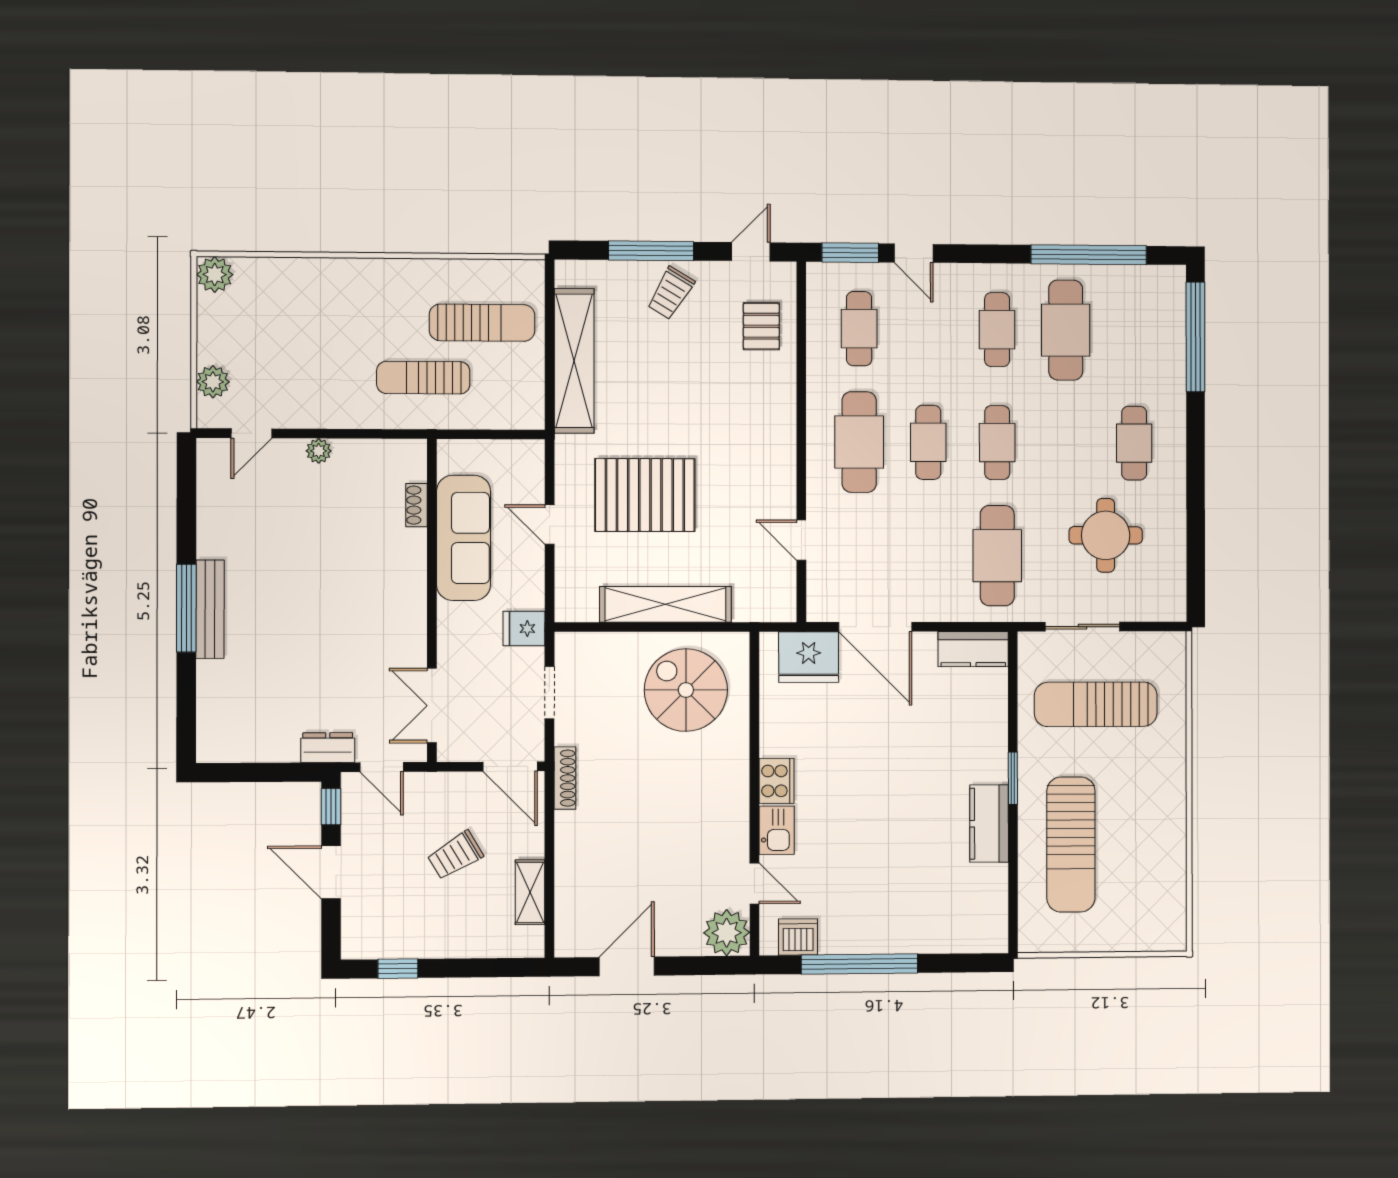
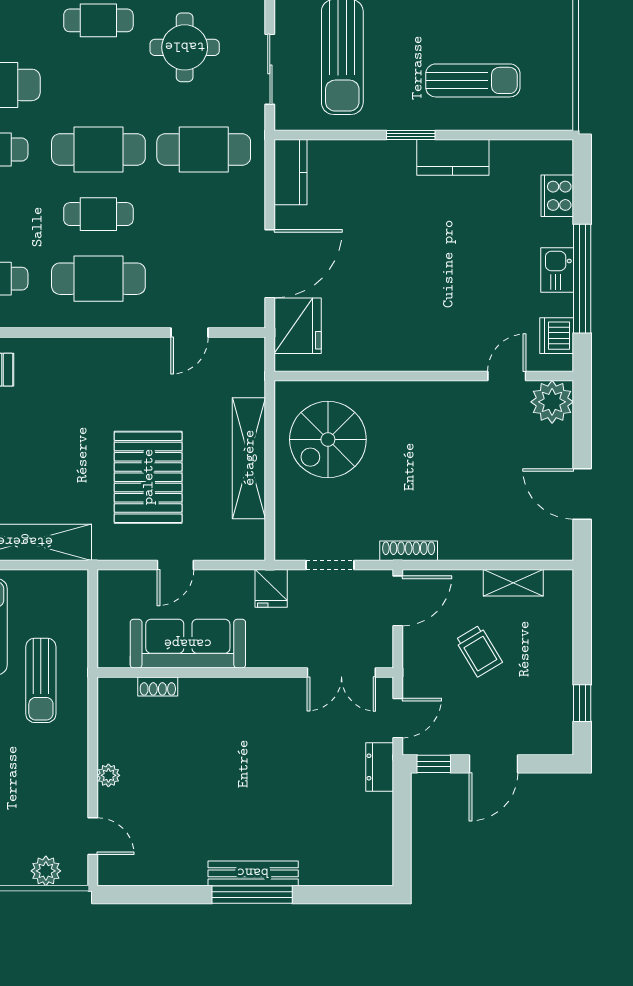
cafe table: (997, 443) -> (98, 150), width x1.37, depth x1.35
cooker: (777, 781) -> (557, 196), moved, turned -90
kitchen sink: (777, 830) -> (557, 270), moved, turned -90
sun lounger: (1071, 844) -> (473, 80), width x0.73, depth x0.75

